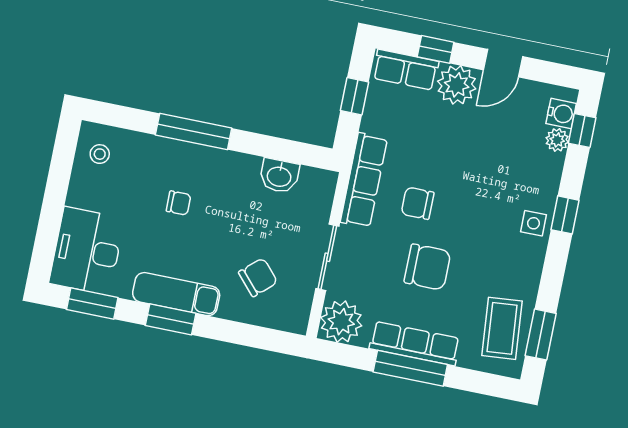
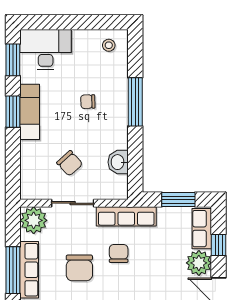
window: (355, 96) -> (178, 200), width x1.50
chair: (179, 203) -> (88, 102), turned 88
chair: (258, 277) -> (70, 163), moved

